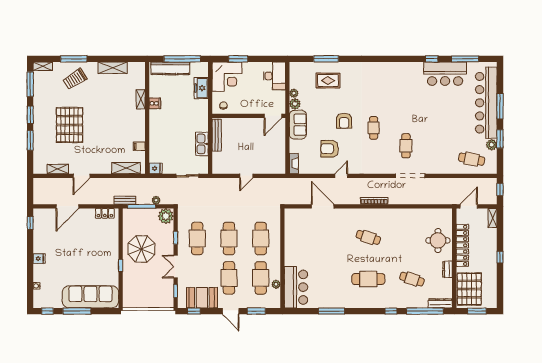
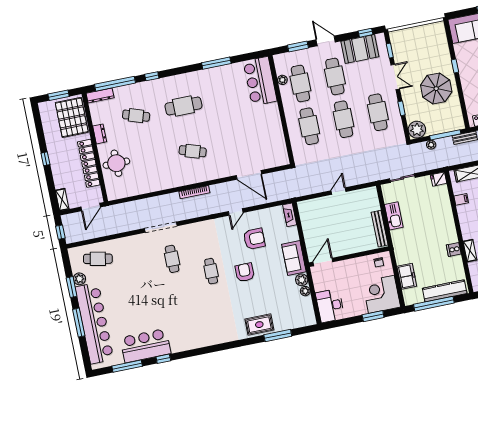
rug: (328, 81) -> (259, 325), moved

